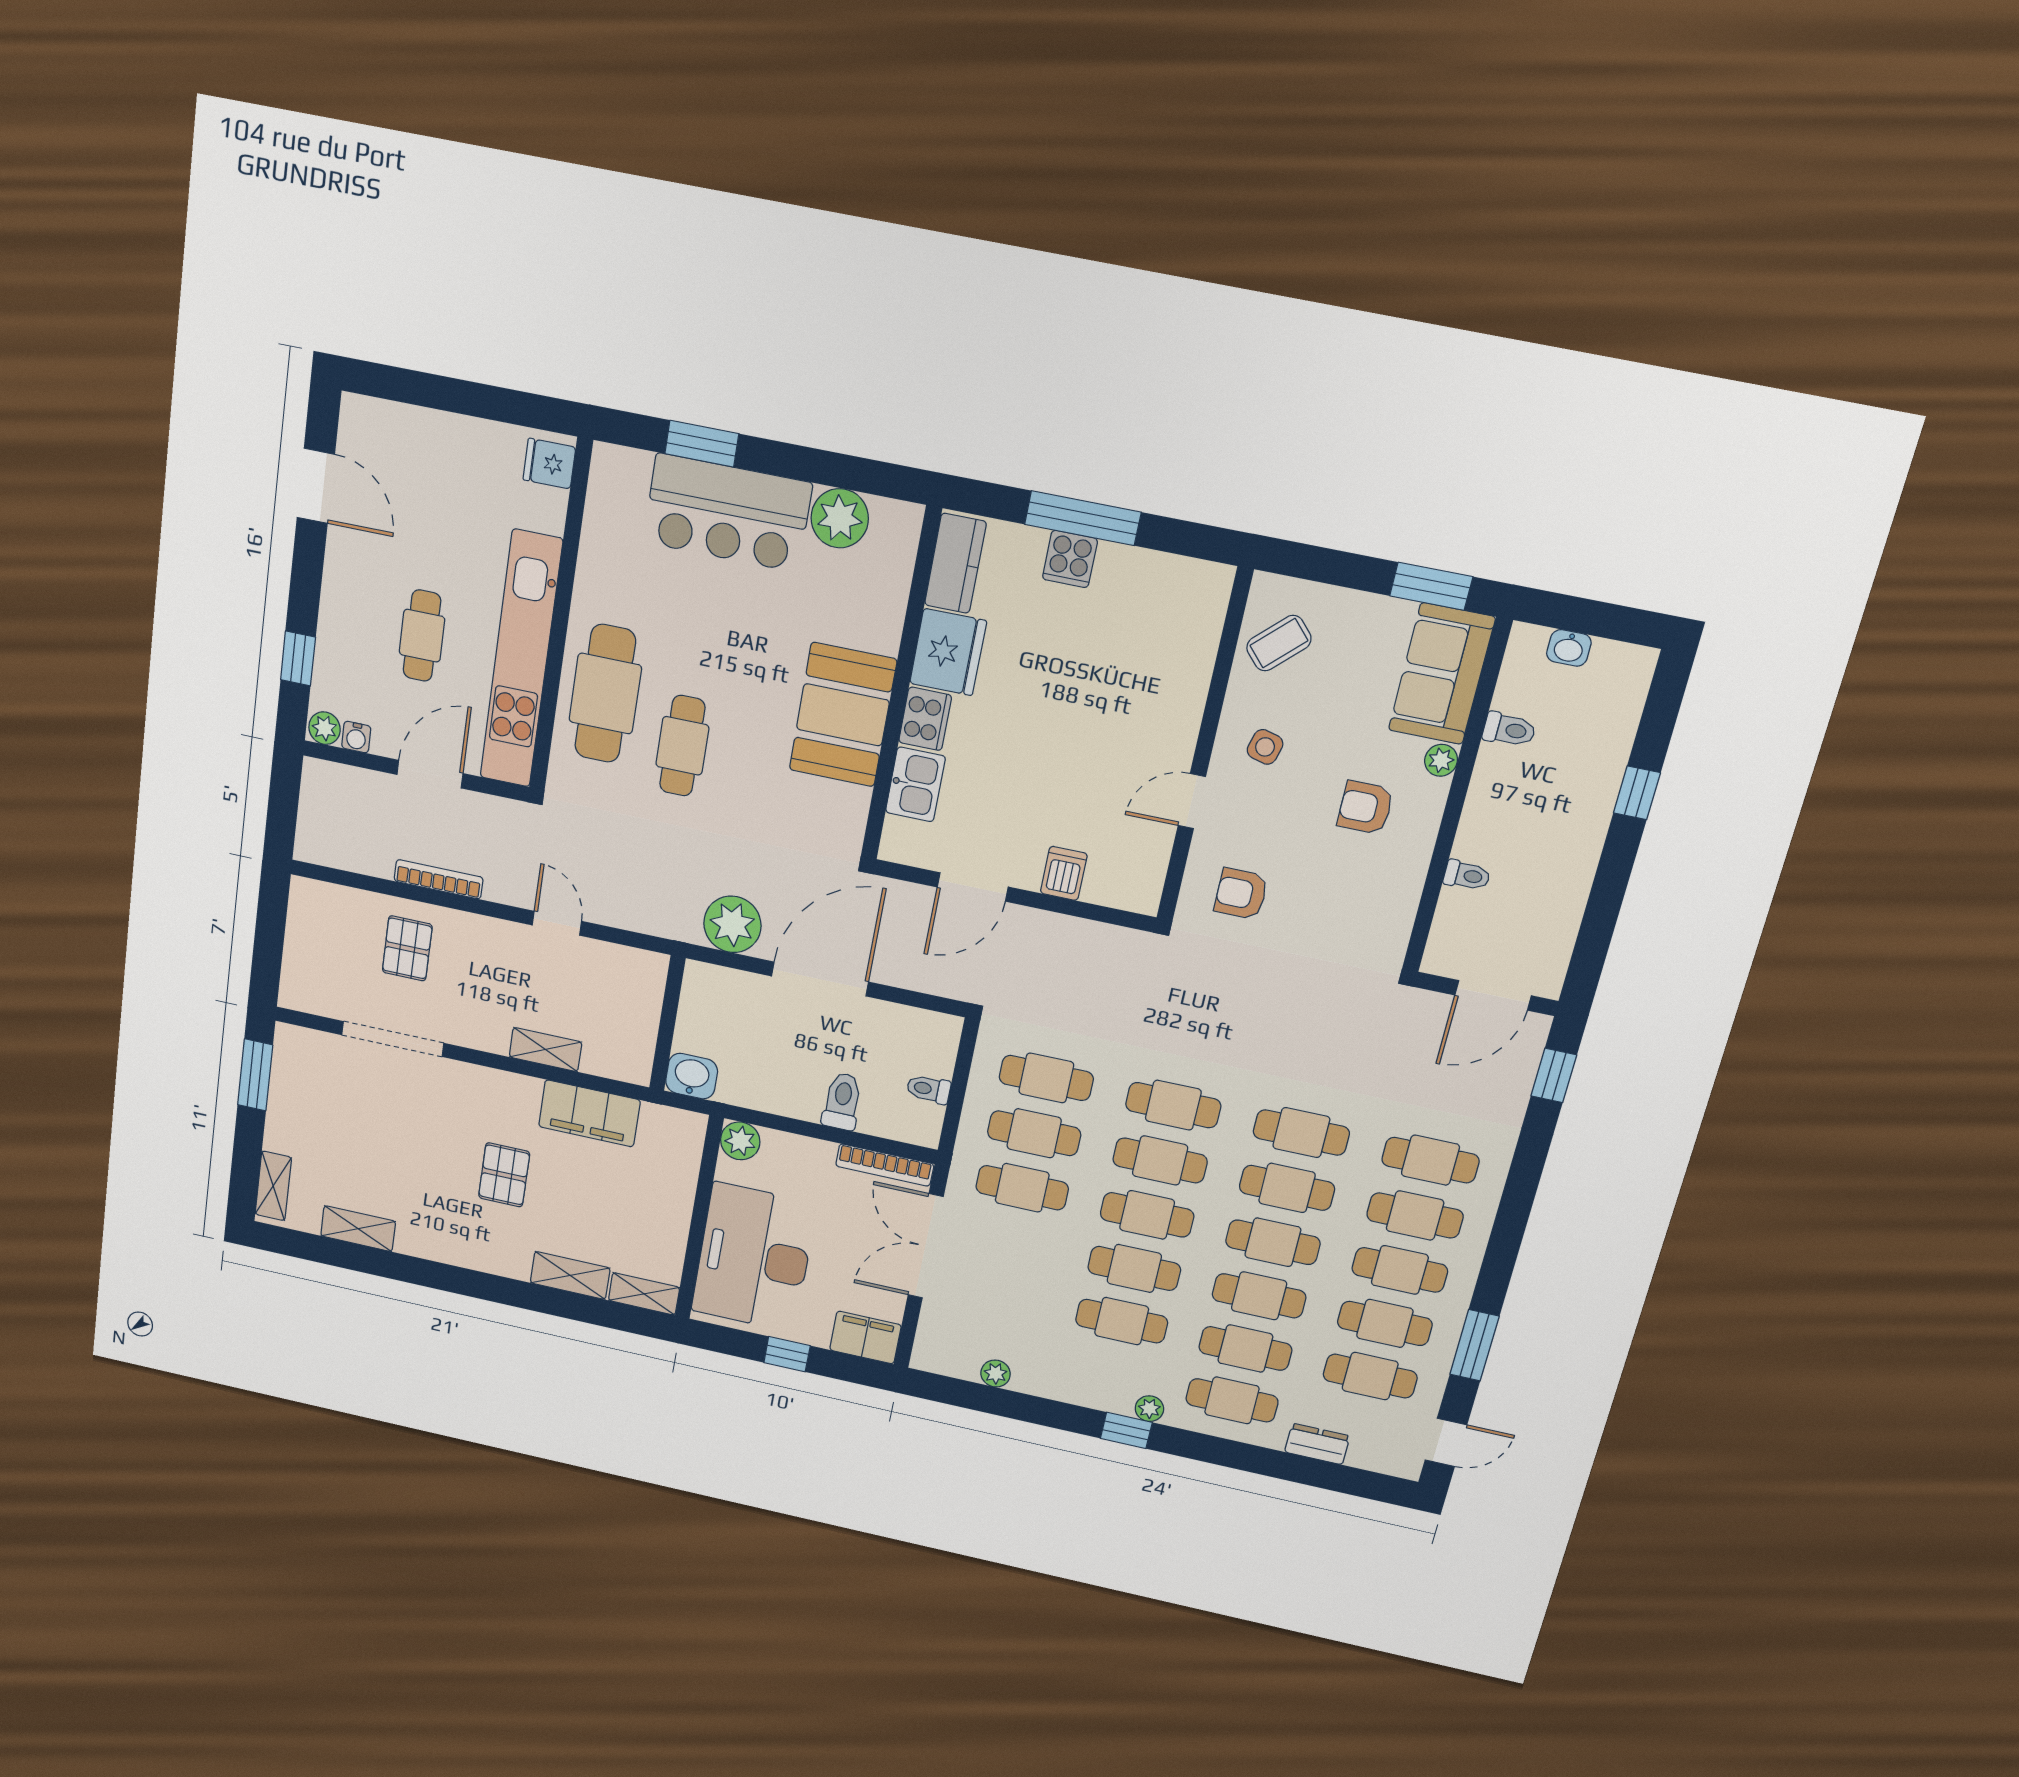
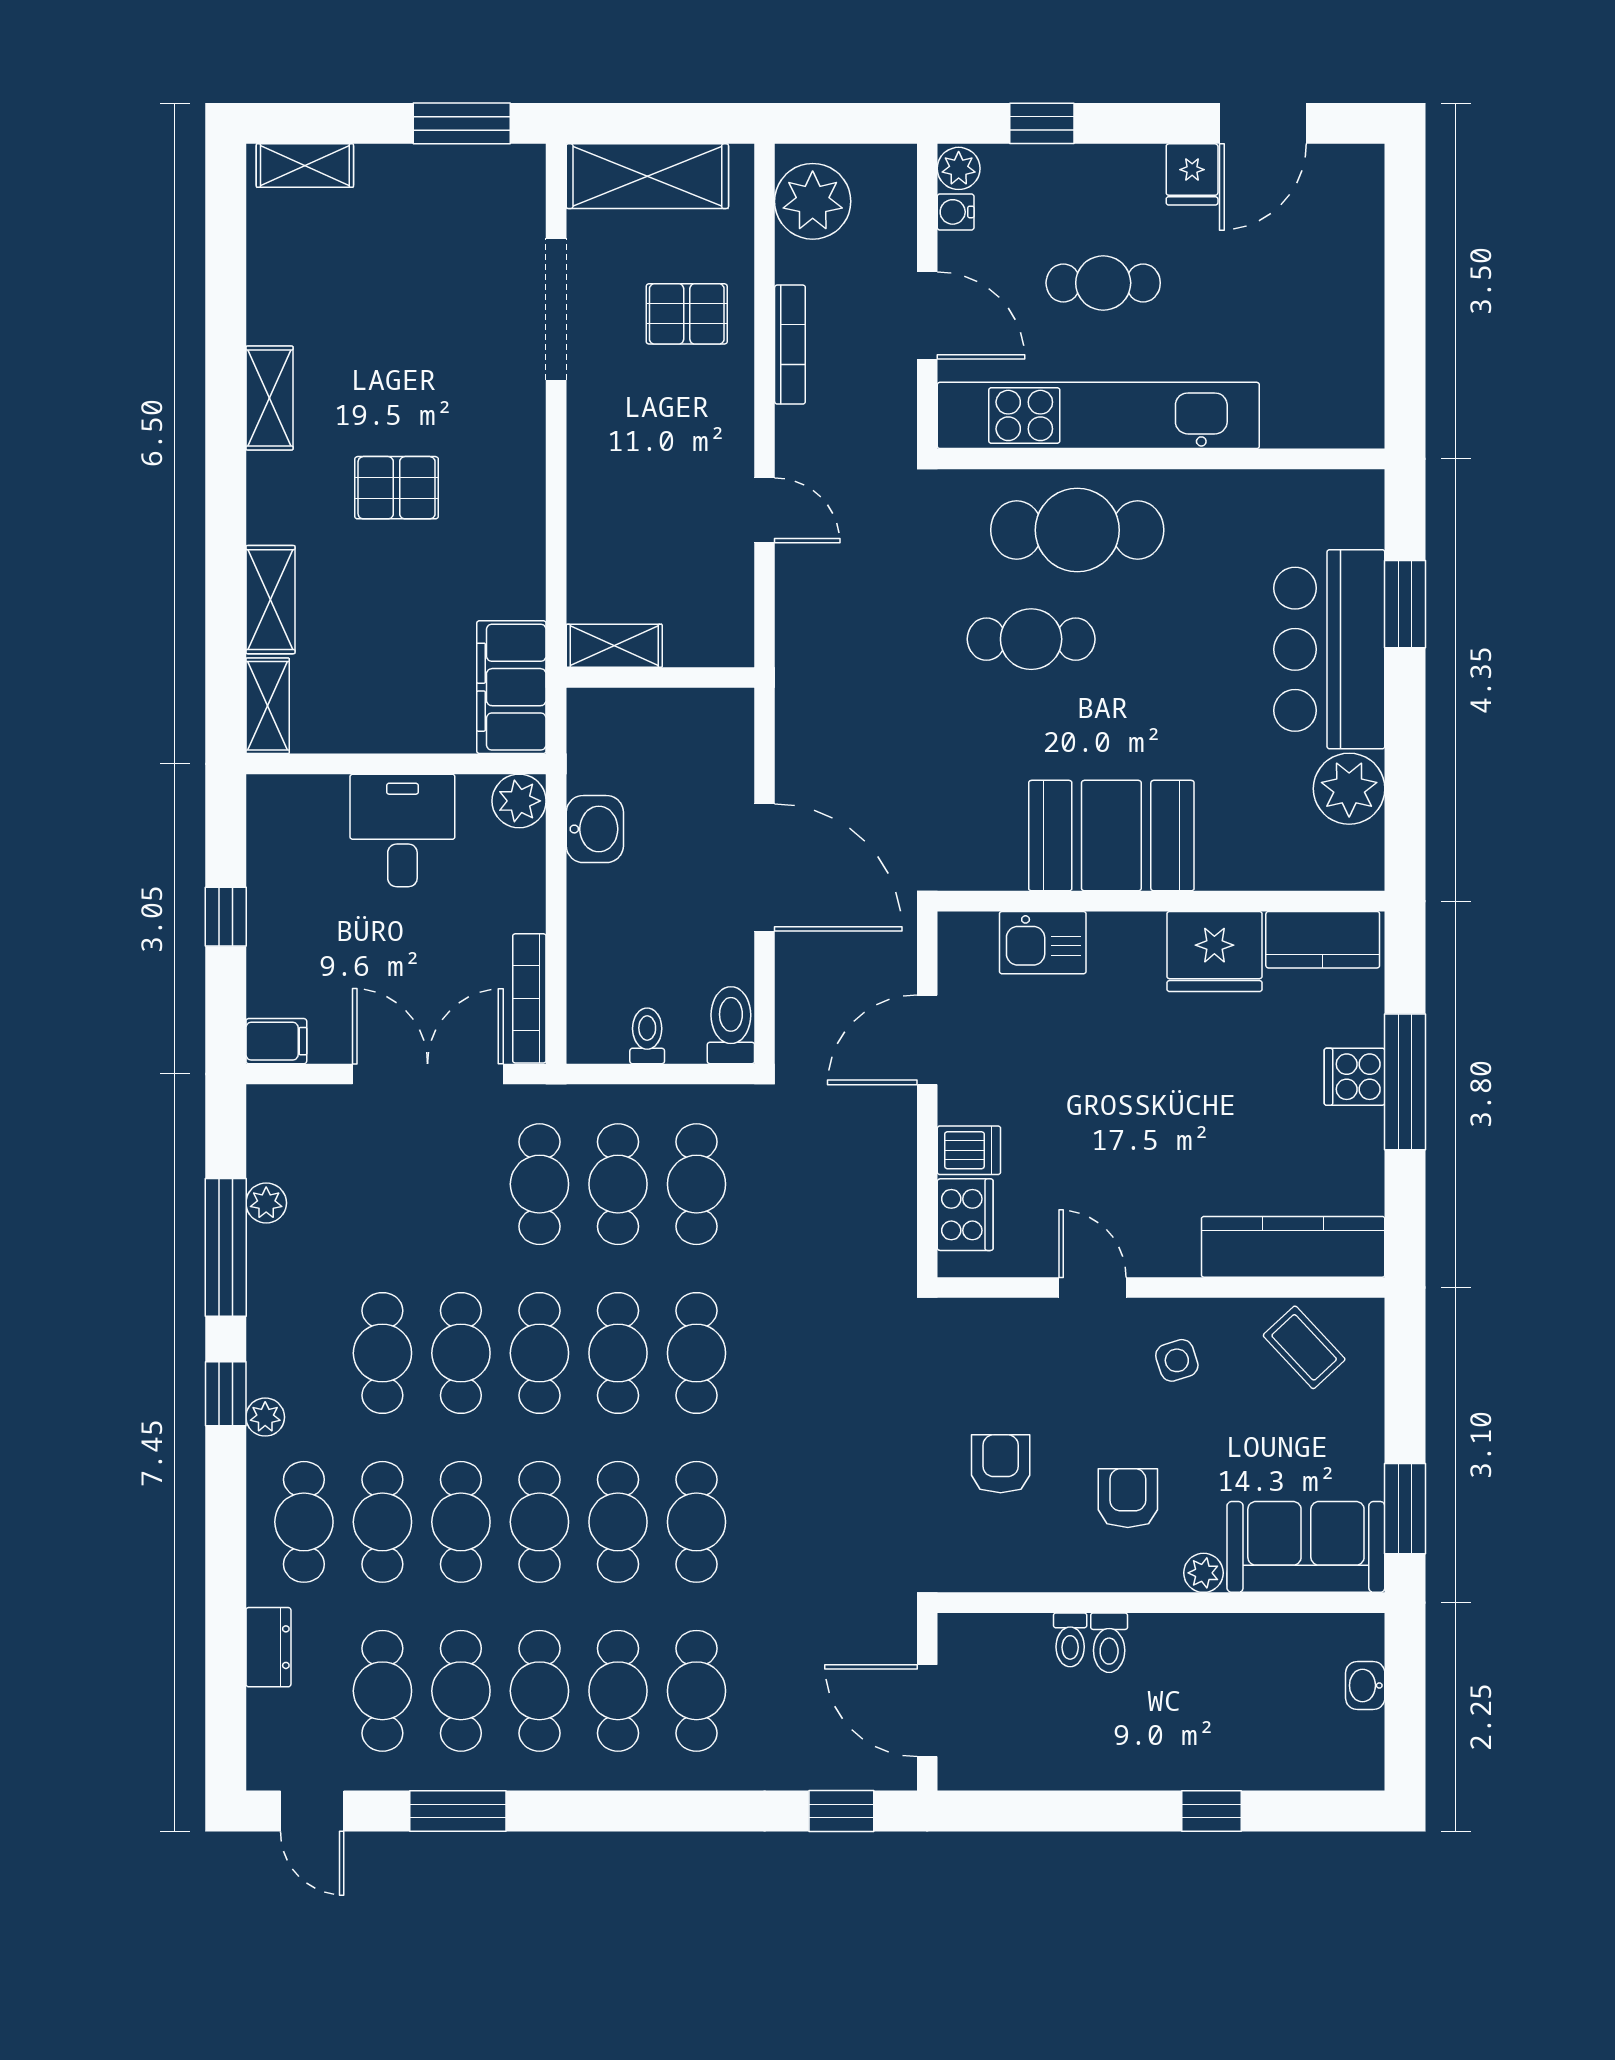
fridge: (549, 464) -> (1192, 174), moved, turned 180
kitchen counter: (1196, 636) -> (1293, 1247), added
cooker: (925, 719) -> (965, 1215), moved, turned -90
toilet: (1509, 730) -> (1109, 1643), moved
side table: (1265, 747) -> (1177, 1360), turned -33
door: (973, 887) -> (927, 1040), hinge flipped
armchair: (1241, 894) -> (1001, 1464), moved
door: (557, 923) -> (765, 510), hinge flipped
plant: (732, 924) -> (813, 201), moved
shelving: (306, 955) -> (647, 176), added
shelving: (545, 1049) -> (614, 646), moved, turned 90
washbasin: (692, 1076) -> (595, 829), moved
toilet: (842, 1101) -> (731, 1025), moved, turned -90
filing cabinet: (589, 1113) -> (511, 687), moved
shelving: (358, 1229) -> (269, 398), moved
desk: (754, 1257) -> (402, 830), width x0.53, depth x0.77
filing cabinet: (865, 1337) -> (276, 1041), width x0.50
window: (1021, 1407) -> (226, 1247), added

